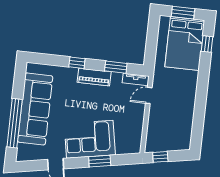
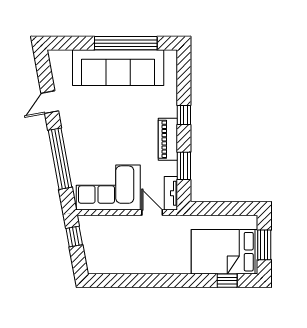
window: (15, 123) -> (126, 43), moved
corner sofa: (90, 139) -> (108, 187), moved, turned -80
window: (100, 161) -> (60, 159), width x2.11

